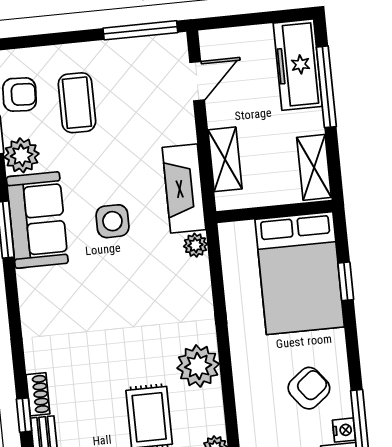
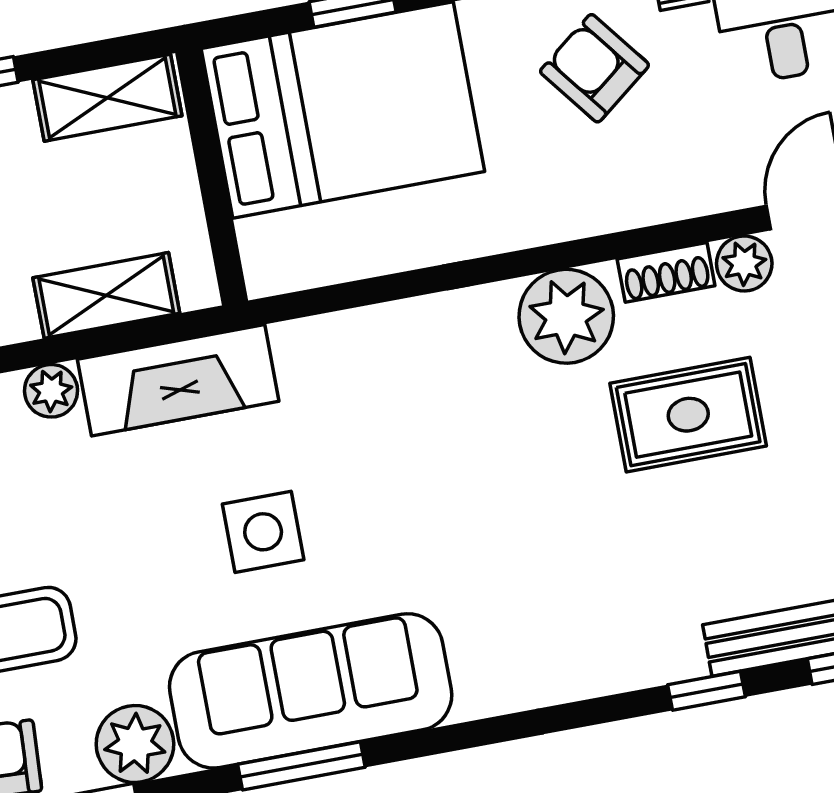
sofa: (37, 220) -> (311, 691), width x1.36
plant: (195, 245) -> (51, 391), moved
shoe rack: (38, 394) -> (666, 272), moved, turned 180

